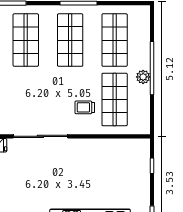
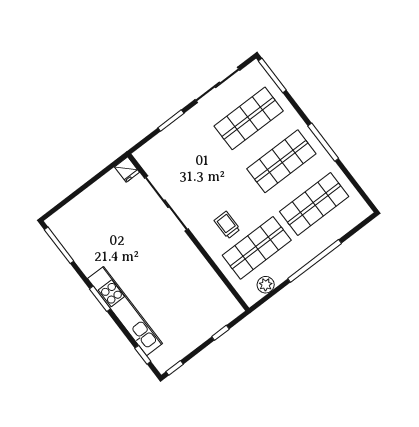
plant: (143, 77) -> (266, 285), moved

